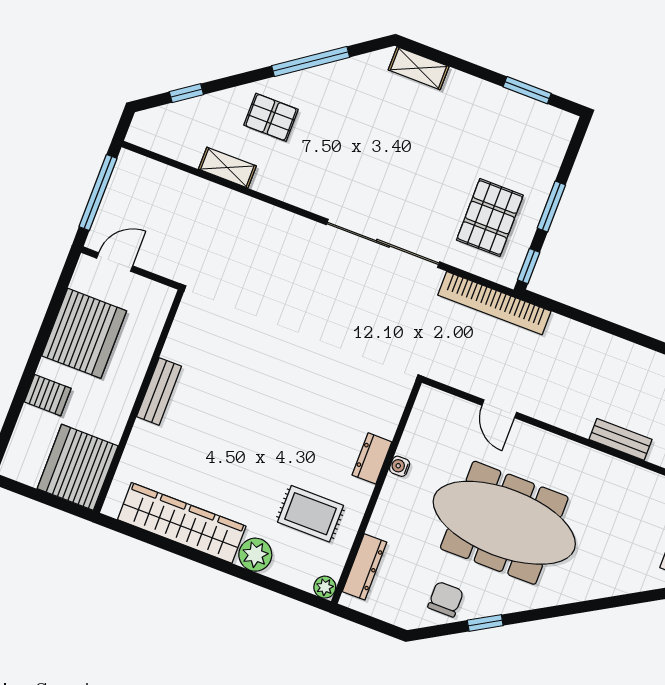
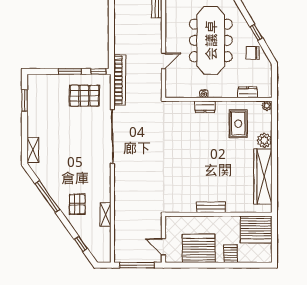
dresser: (365, 567) -> (248, 92), width x0.70

